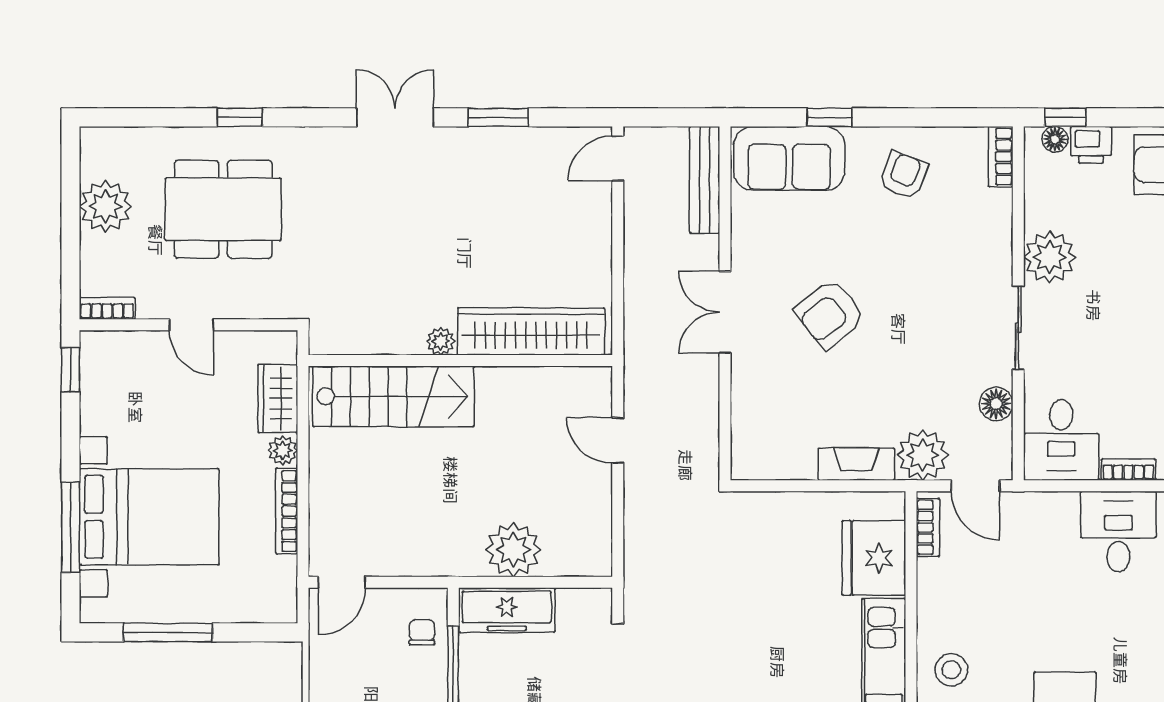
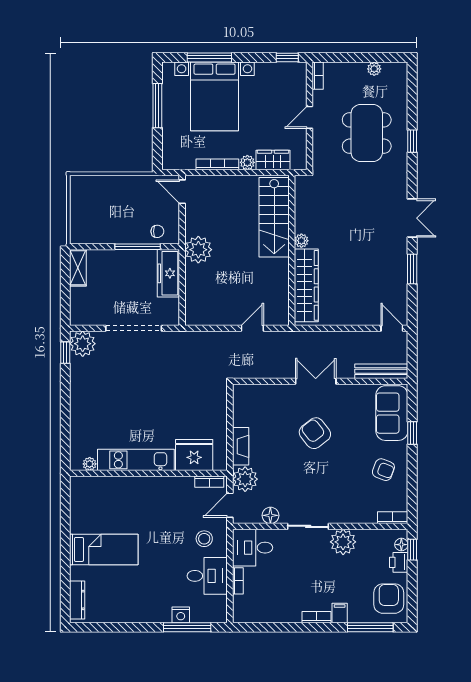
plant: (106, 206) -> (374, 69), width x0.53, depth x0.53
plant: (513, 550) -> (198, 250), moved
stool: (951, 670) -> (204, 539), moved

